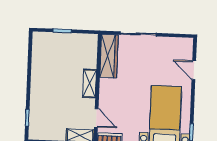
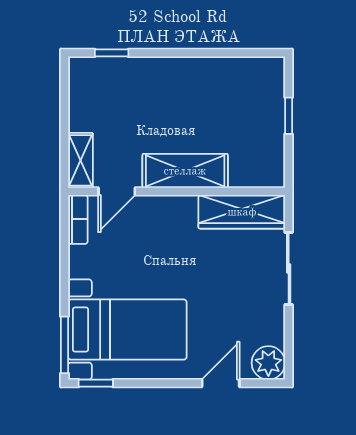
plant: (185, 46) -> (268, 363), added
shelving: (90, 84) -> (185, 171), width x1.50, depth x1.33

